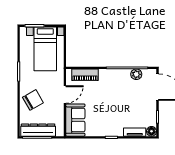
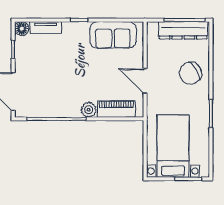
plant: (136, 74) -> (89, 110), moved
door: (65, 94) -> (145, 81), hinge flipped
sofa: (75, 120) -> (113, 35), moved, turned -90

